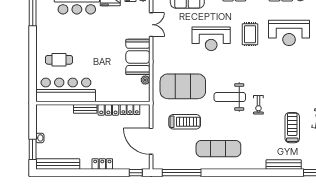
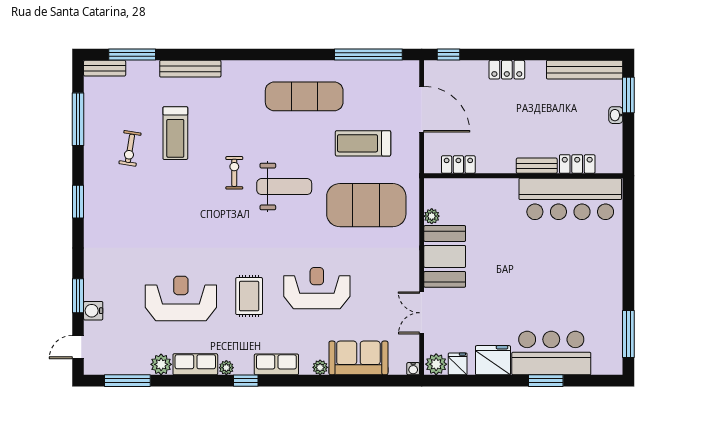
cafe table: (59, 60) -> (582, 251), removed
locker: (108, 110) -> (577, 164), moved

